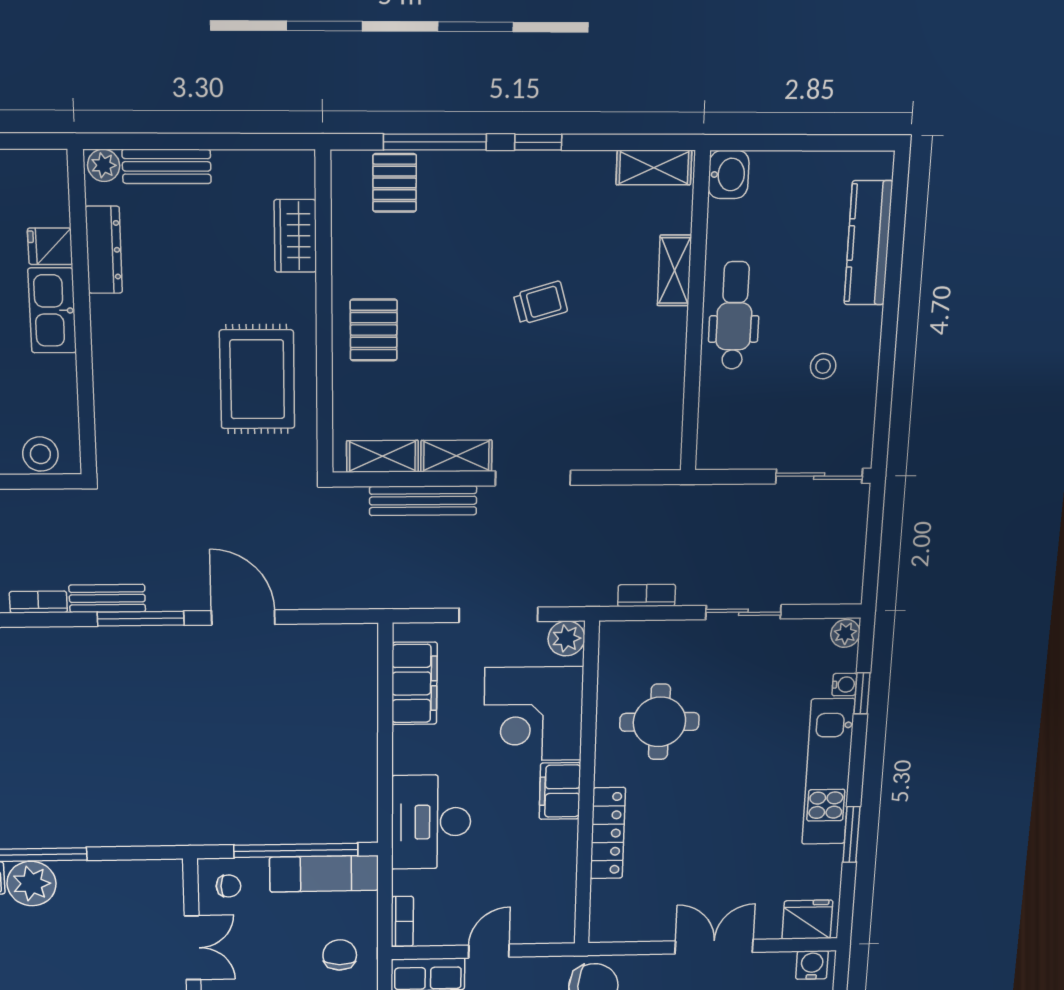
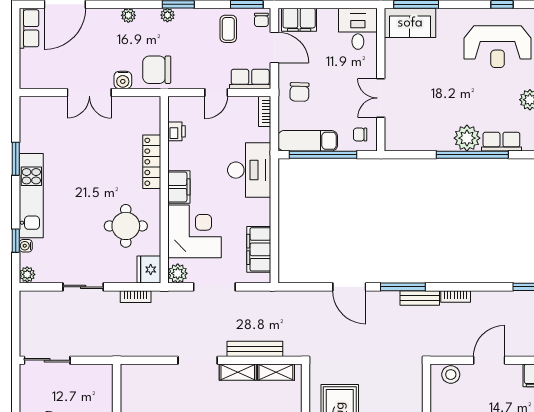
printer: (561, 885) -> (177, 131), added
fridge: (807, 920) -> (149, 270), moved, turned 90
water cooler: (812, 965) -> (123, 80), moved

